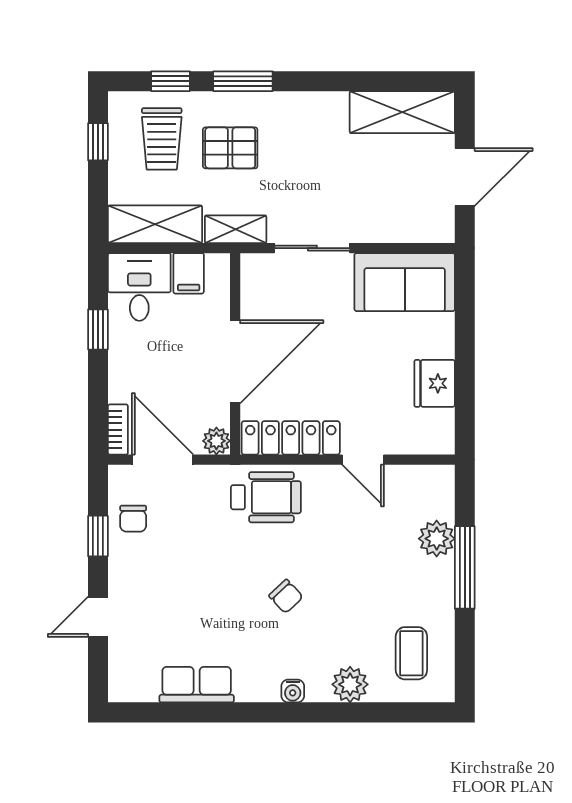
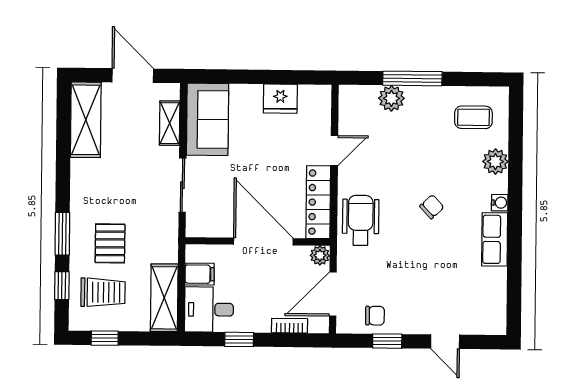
shelving: (236, 229) -> (170, 123), moved
bookcase: (118, 430) -> (289, 326), moved
row of seats: (197, 685) -> (495, 239), moved

